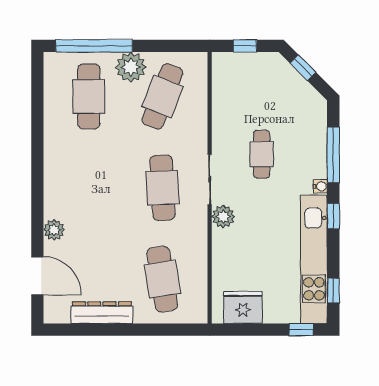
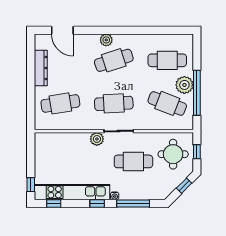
window: (94, 46) -> (197, 93), moved
round table: (249, 86) -> (173, 154), added
cafe table: (262, 154) -> (133, 161), width x1.37, depth x1.35
cafe table: (89, 188) -> (114, 60), added
plant: (54, 230) -> (106, 40), moved
door: (37, 276) -> (62, 30), hinge flipped
fridge: (243, 307) -> (44, 151), removed

